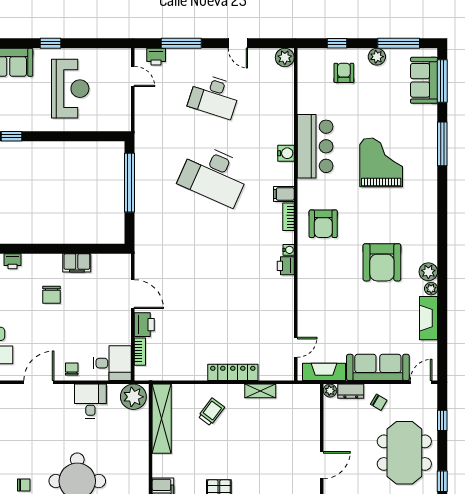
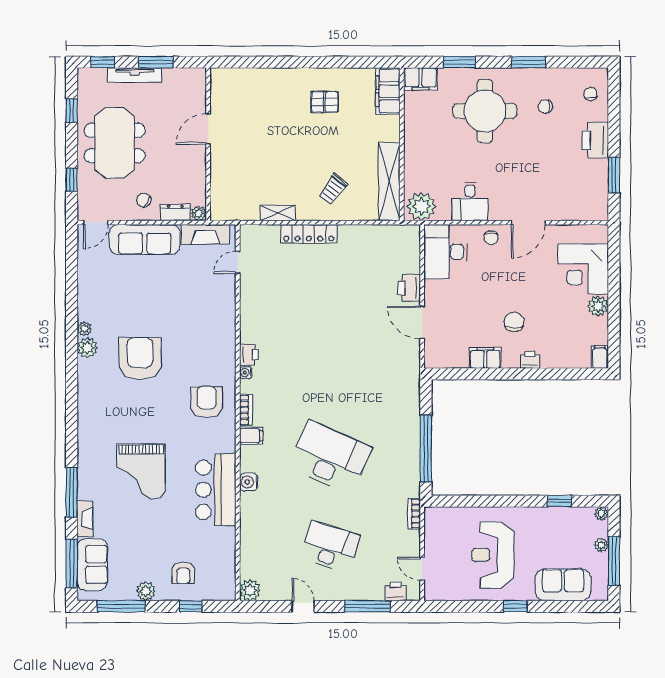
printer: (12, 261) -> (530, 360), moved
fireplace: (429, 318) -> (85, 519), moved, width x0.73, depth x0.76
bookcase: (140, 352) -> (414, 514), moved
desk: (112, 363) -> (445, 252), width x1.37

